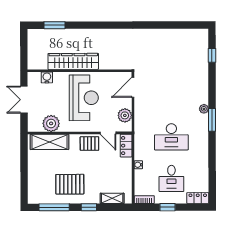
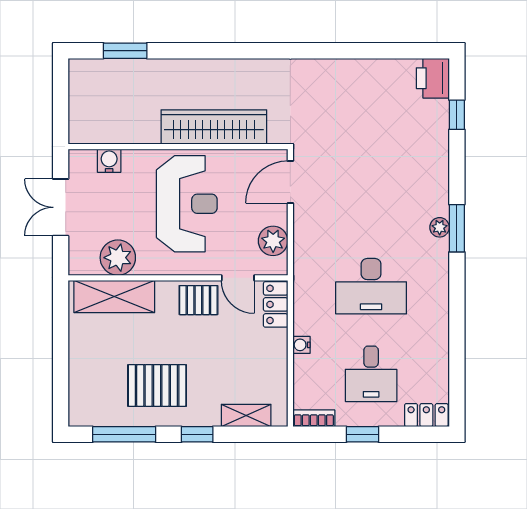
printer: (201, 38) -> (433, 78), added
wardrobe: (73, 61) -> (214, 127), moved
window: (212, 120) -> (457, 228), moved

